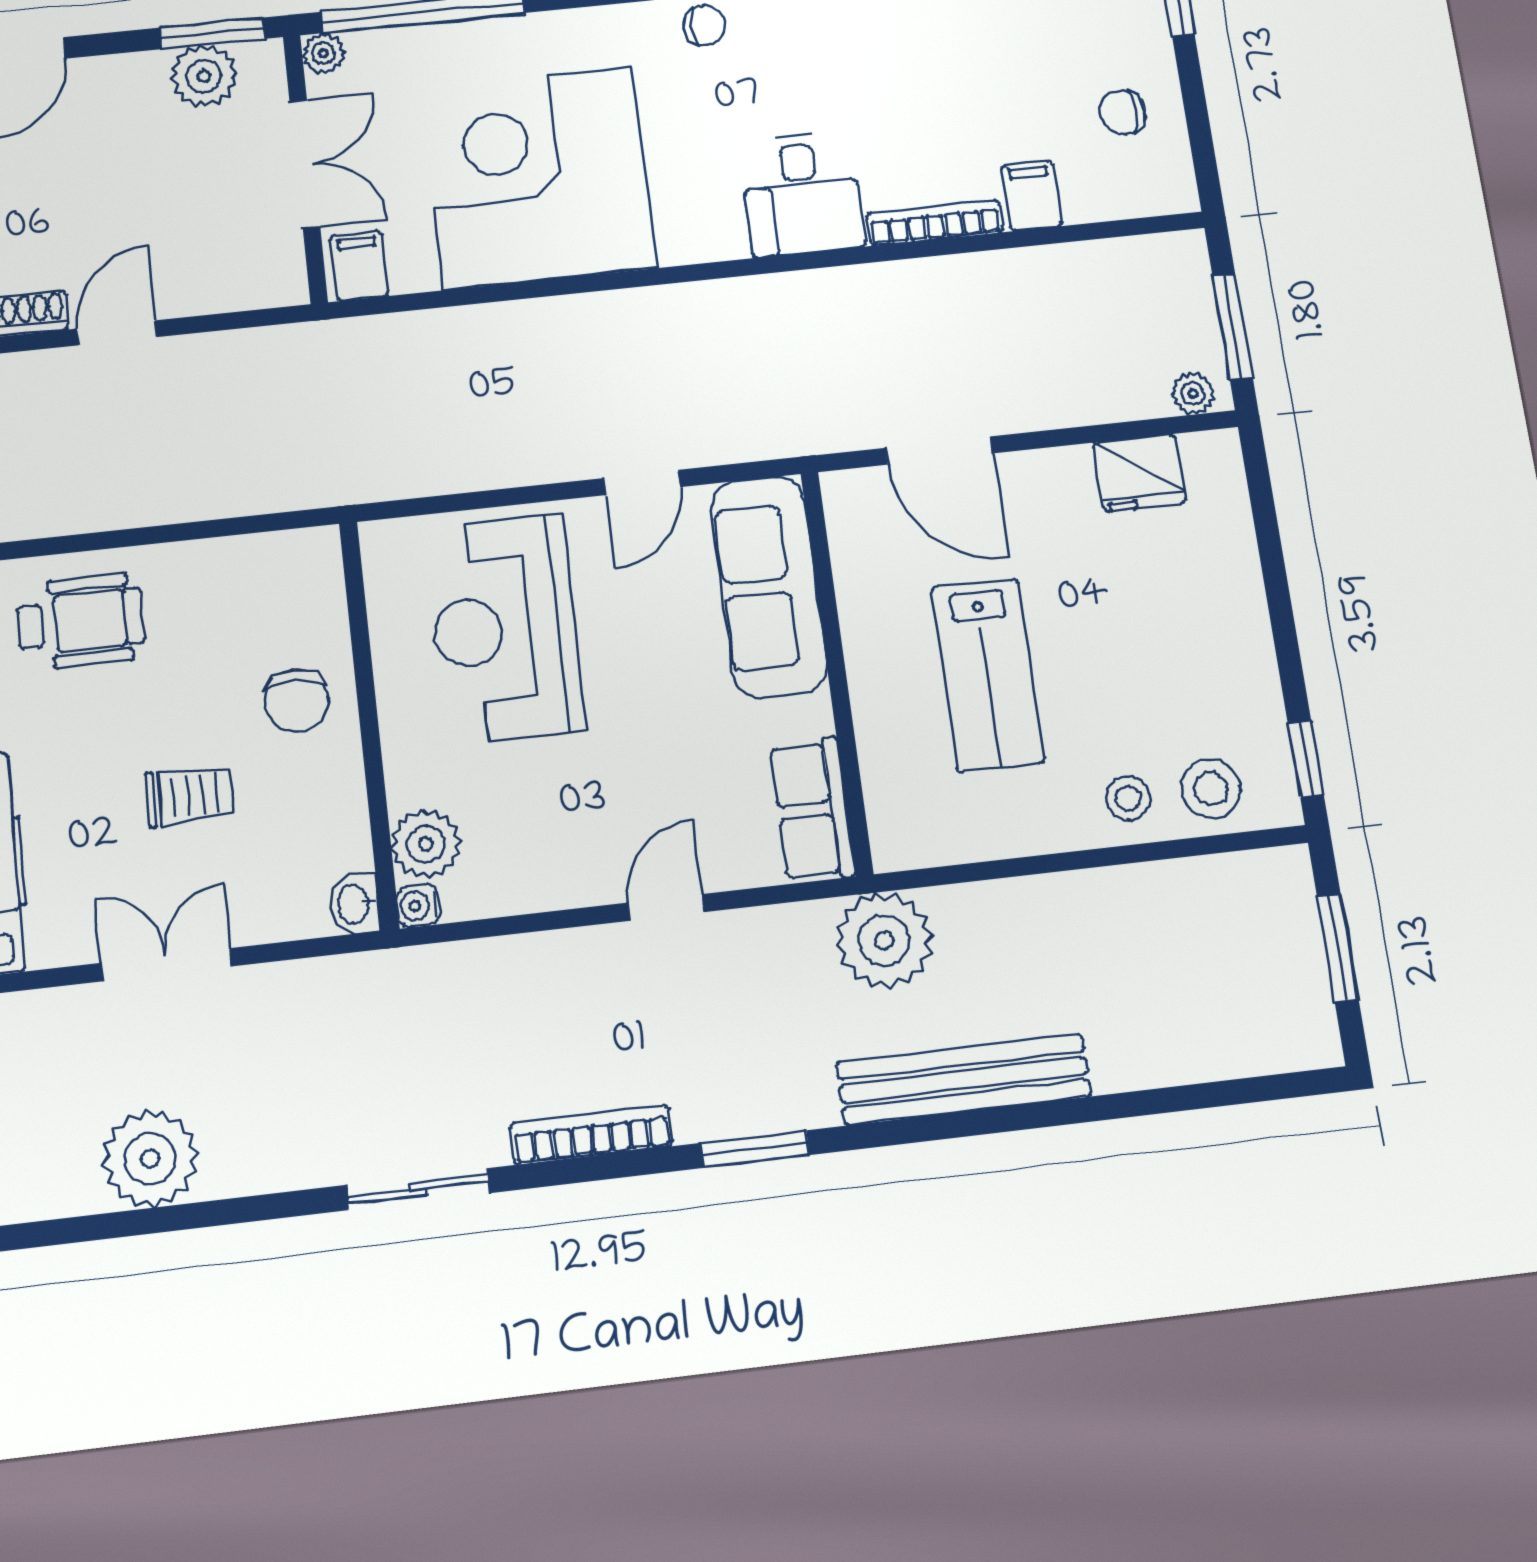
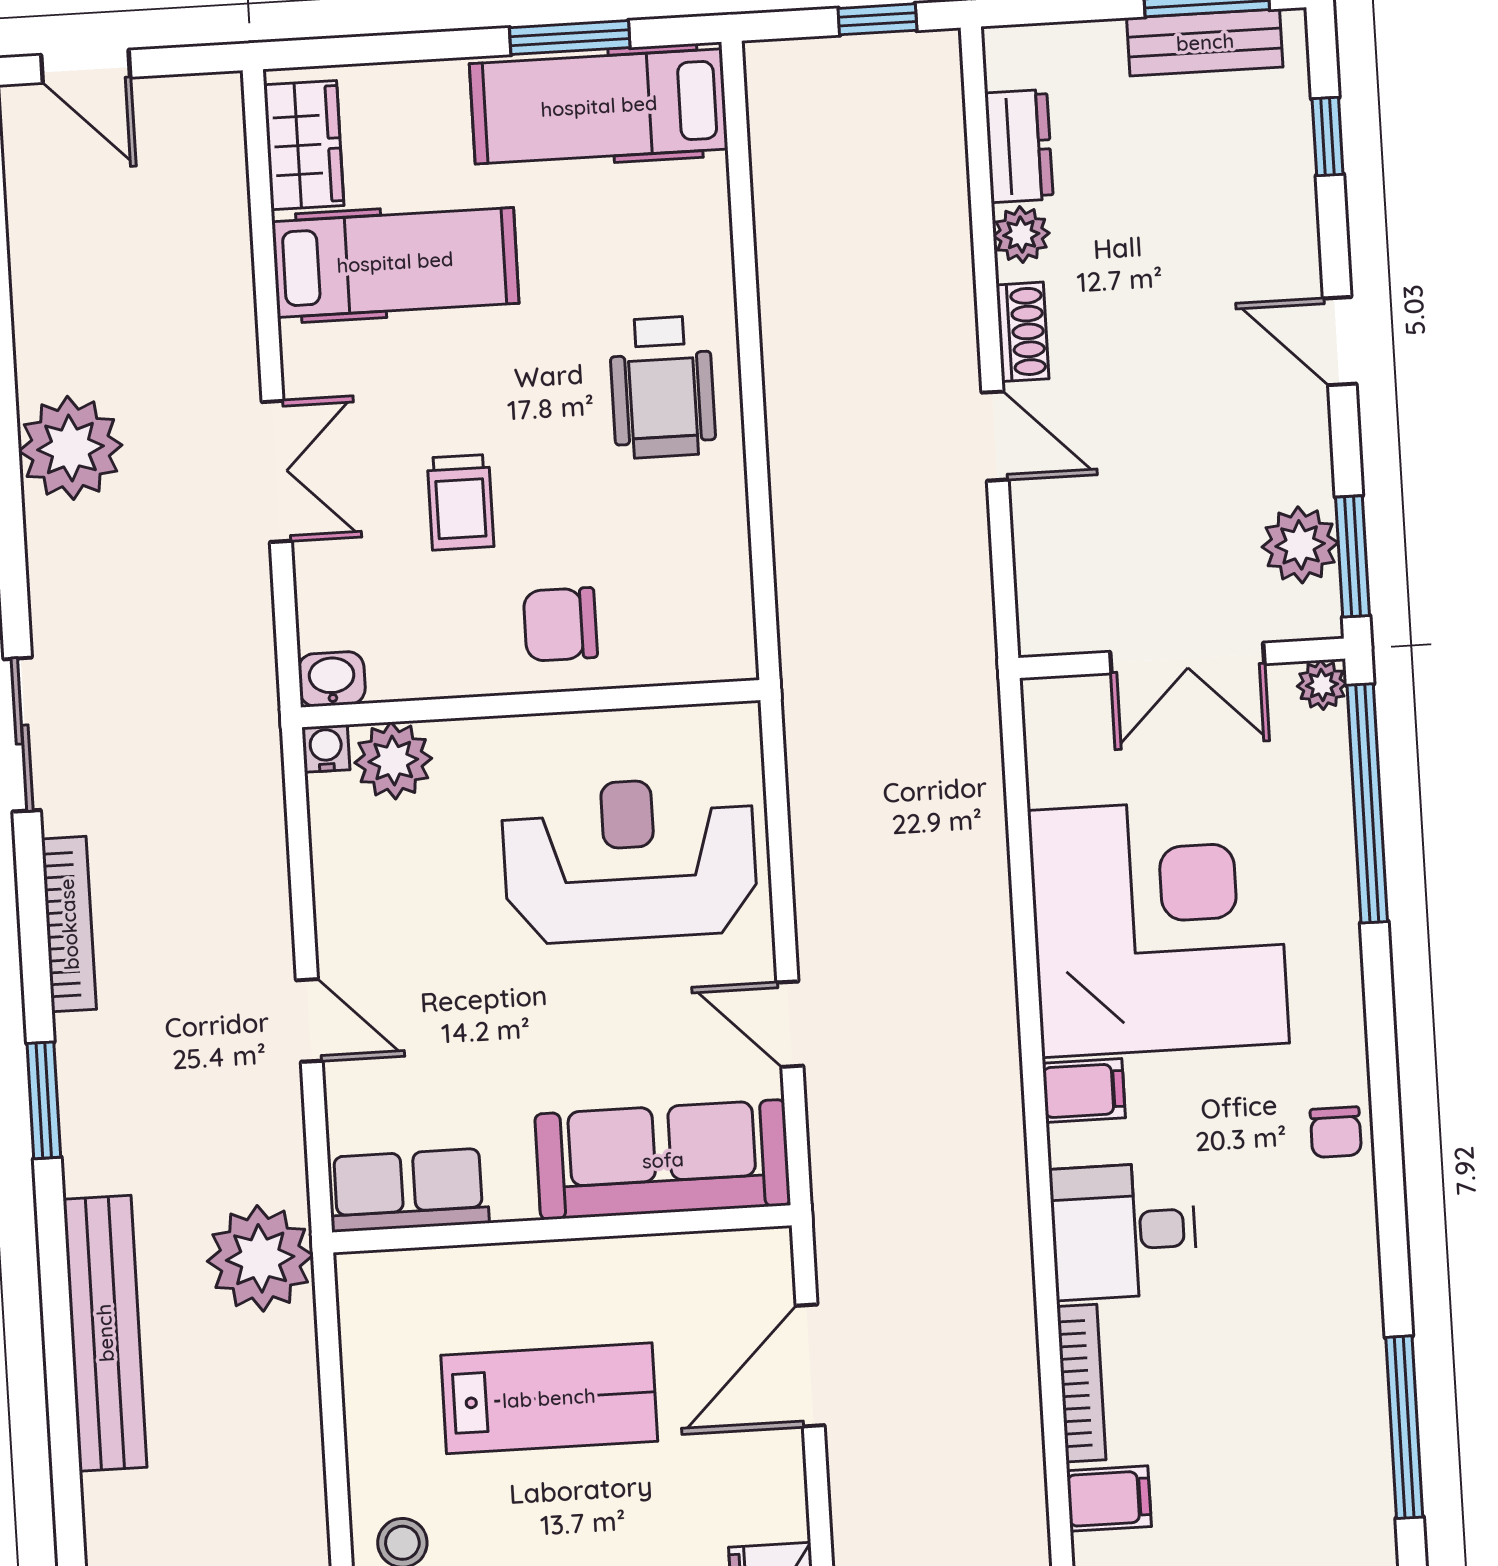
filing cabinet: (359, 266) -> (1084, 1091), moved
lab bench: (988, 675) -> (549, 1398), turned 180

